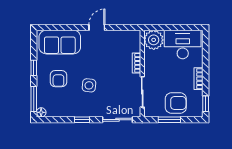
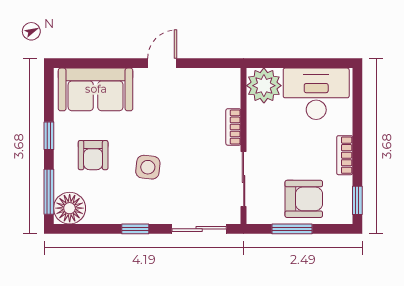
floor lamp: (41, 112) -> (70, 208), width x1.89, depth x1.89

